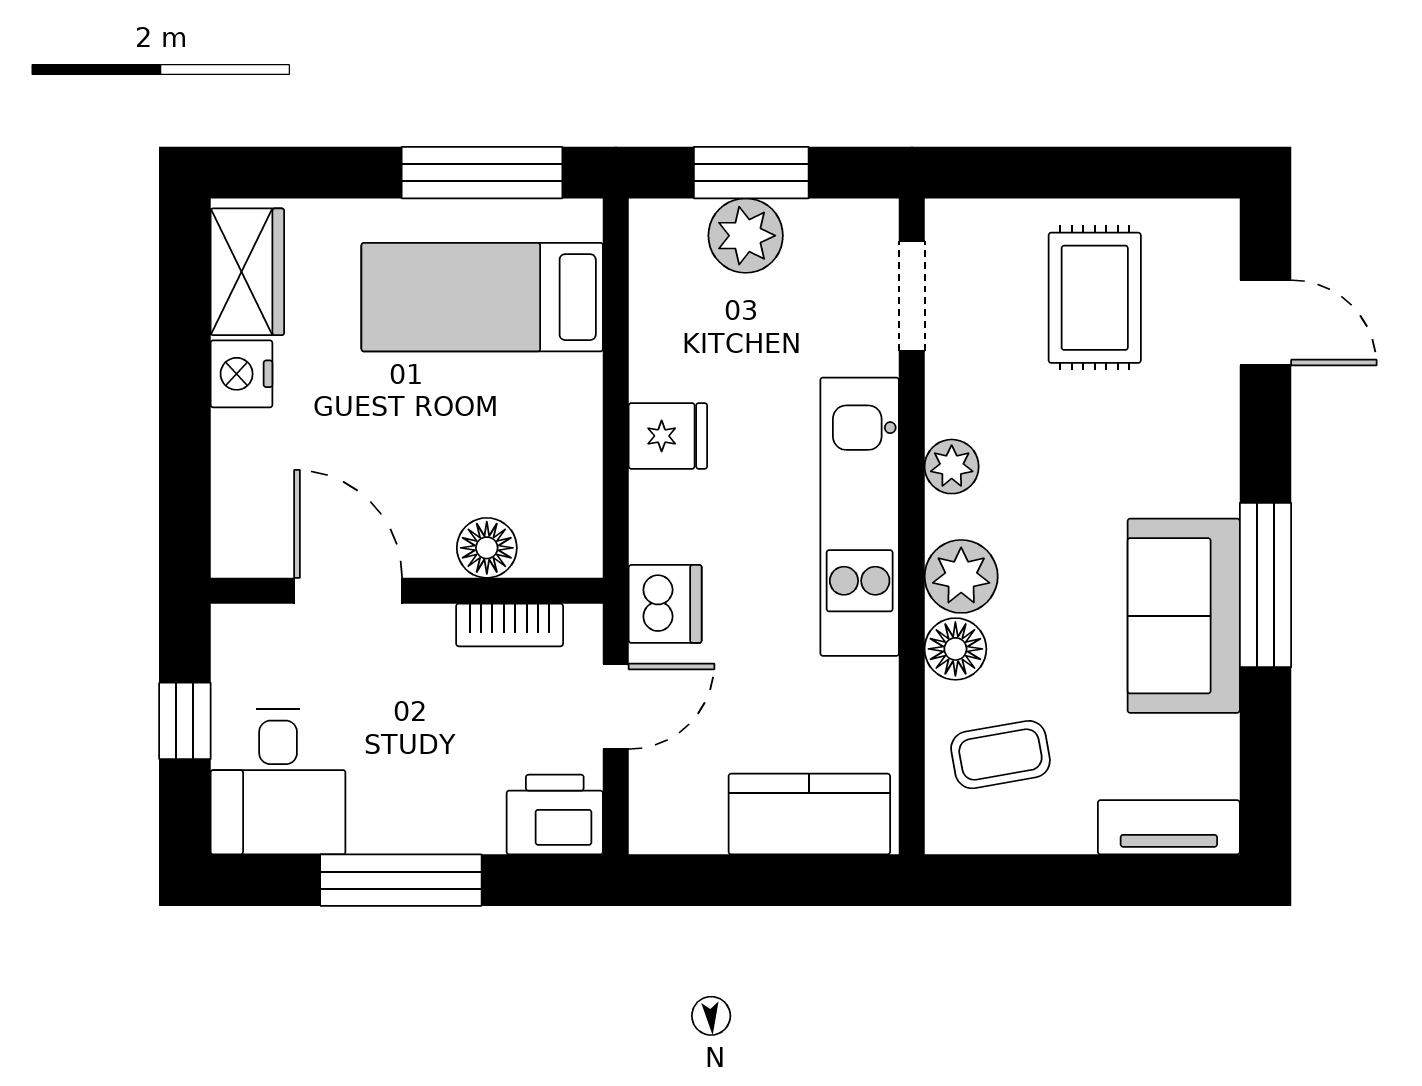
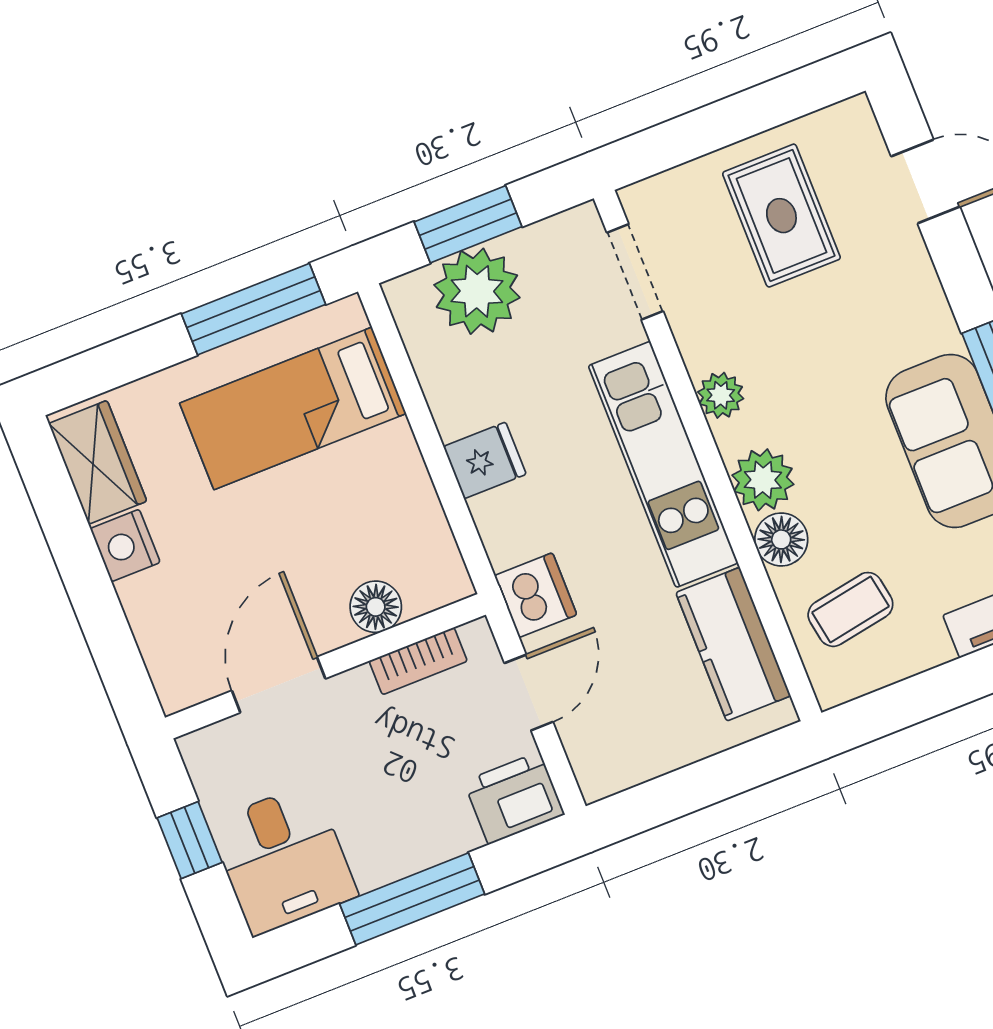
plant: (746, 236) -> (477, 291), width x1.36, depth x1.36
door: (348, 591) -> (279, 685), hinge flipped
kitchen counter: (809, 814) -> (733, 644), moved, turned -90

